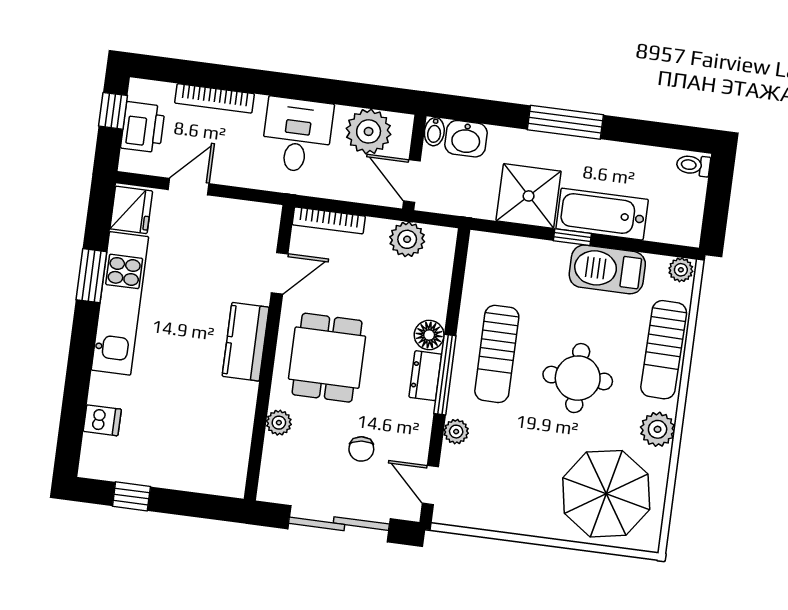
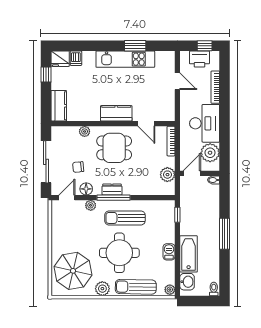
desk: (297, 135) -> (205, 123), width x1.37
washbasin: (466, 139) -> (187, 282), moved, turned 180
shower: (529, 196) -> (192, 223), removed
fridge: (131, 210) -> (60, 59), moved
window: (572, 237) -> (177, 215), moved
barbecue: (607, 269) -> (169, 252), width x0.53, depth x0.65
floor lamp: (429, 335) -> (86, 189), moved
round table: (578, 378) -> (119, 253), width x1.36, depth x1.36
kitchen counter: (210, 476) -> (59, 106), added

